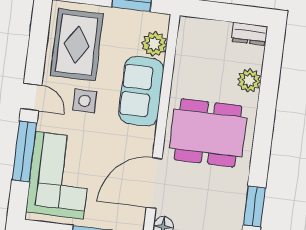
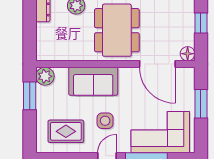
plant: (154, 44) -> (45, 76), moved
rug: (77, 45) -> (66, 131), width x0.73, depth x0.70

